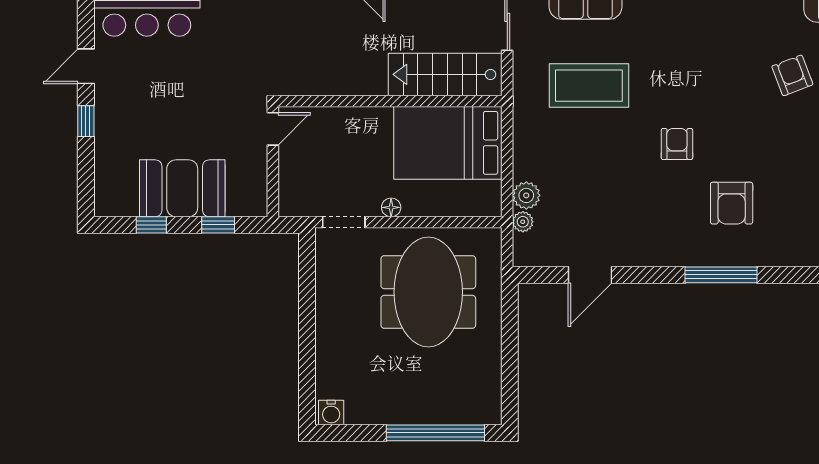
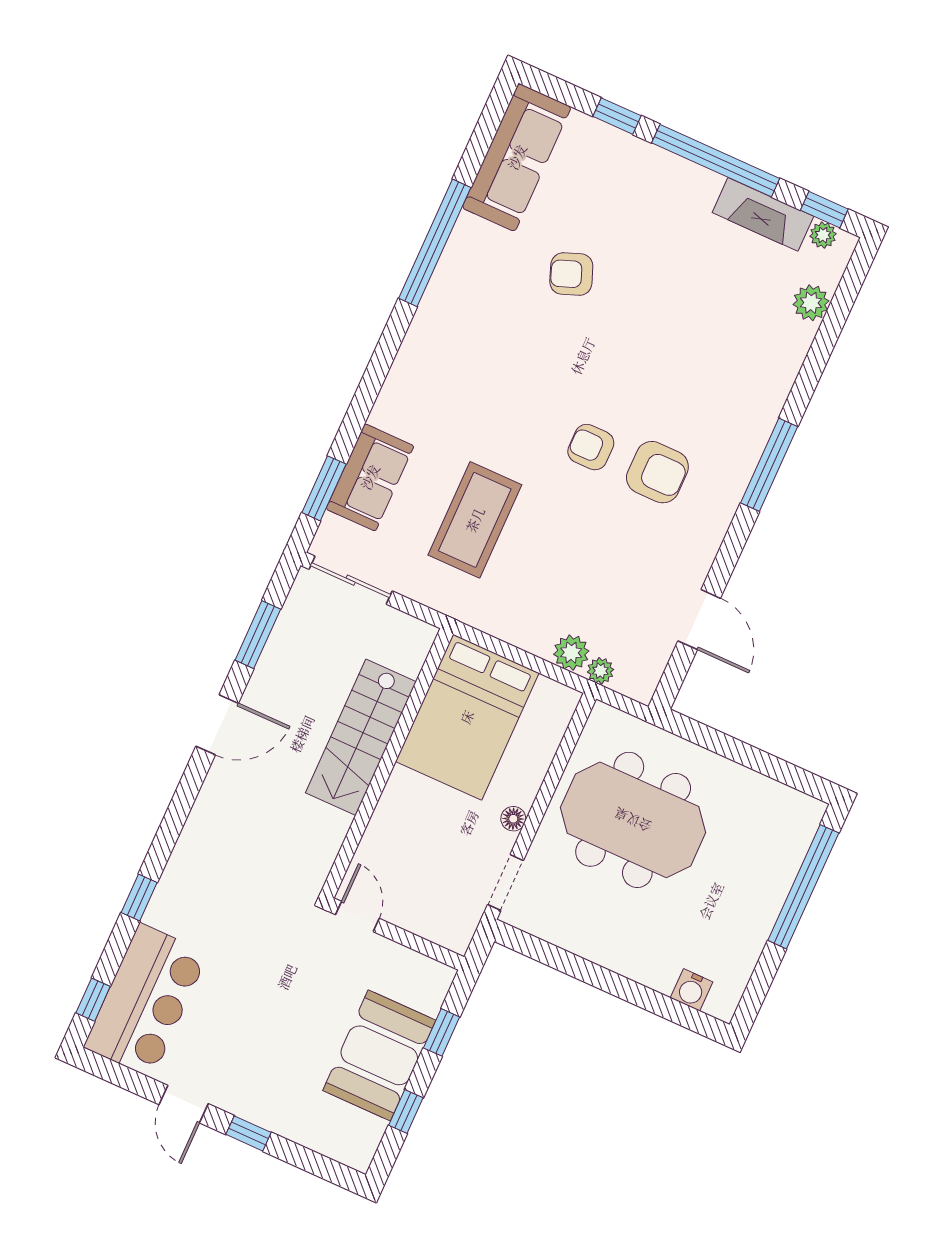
stairs: (445, 74) -> (361, 737), moved
armchair: (732, 203) -> (657, 472), moved
water cooler: (331, 412) -> (692, 990), moved, turned 90

